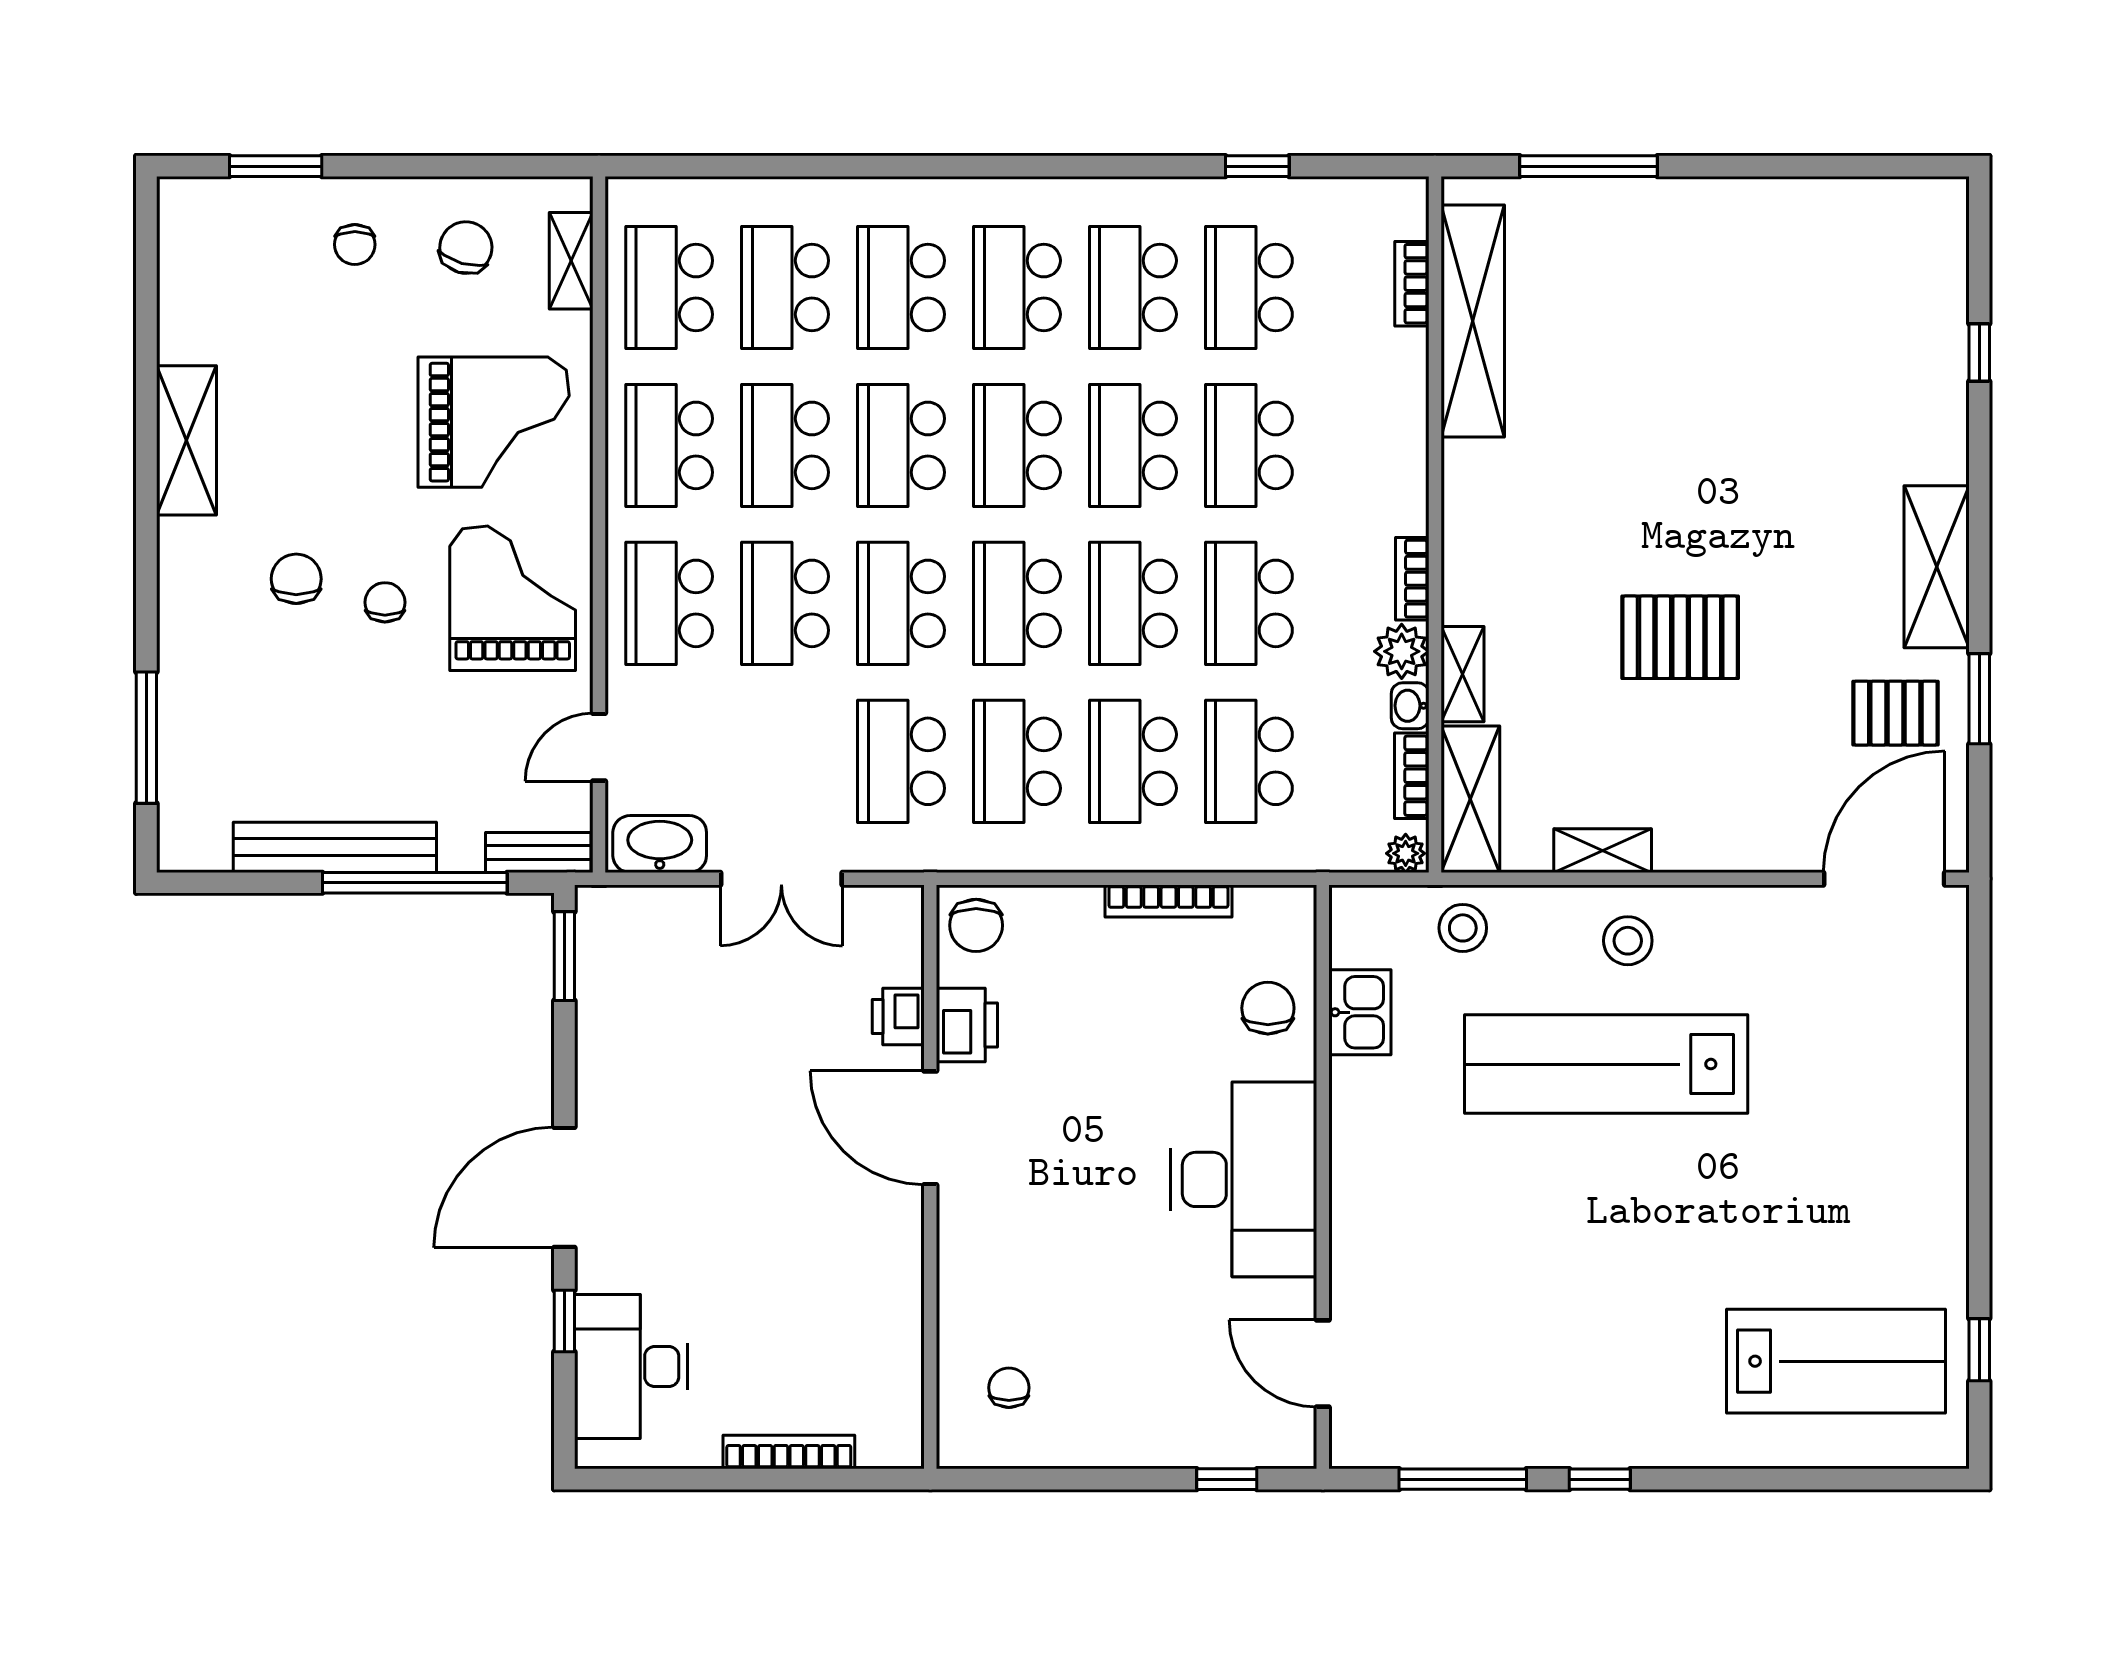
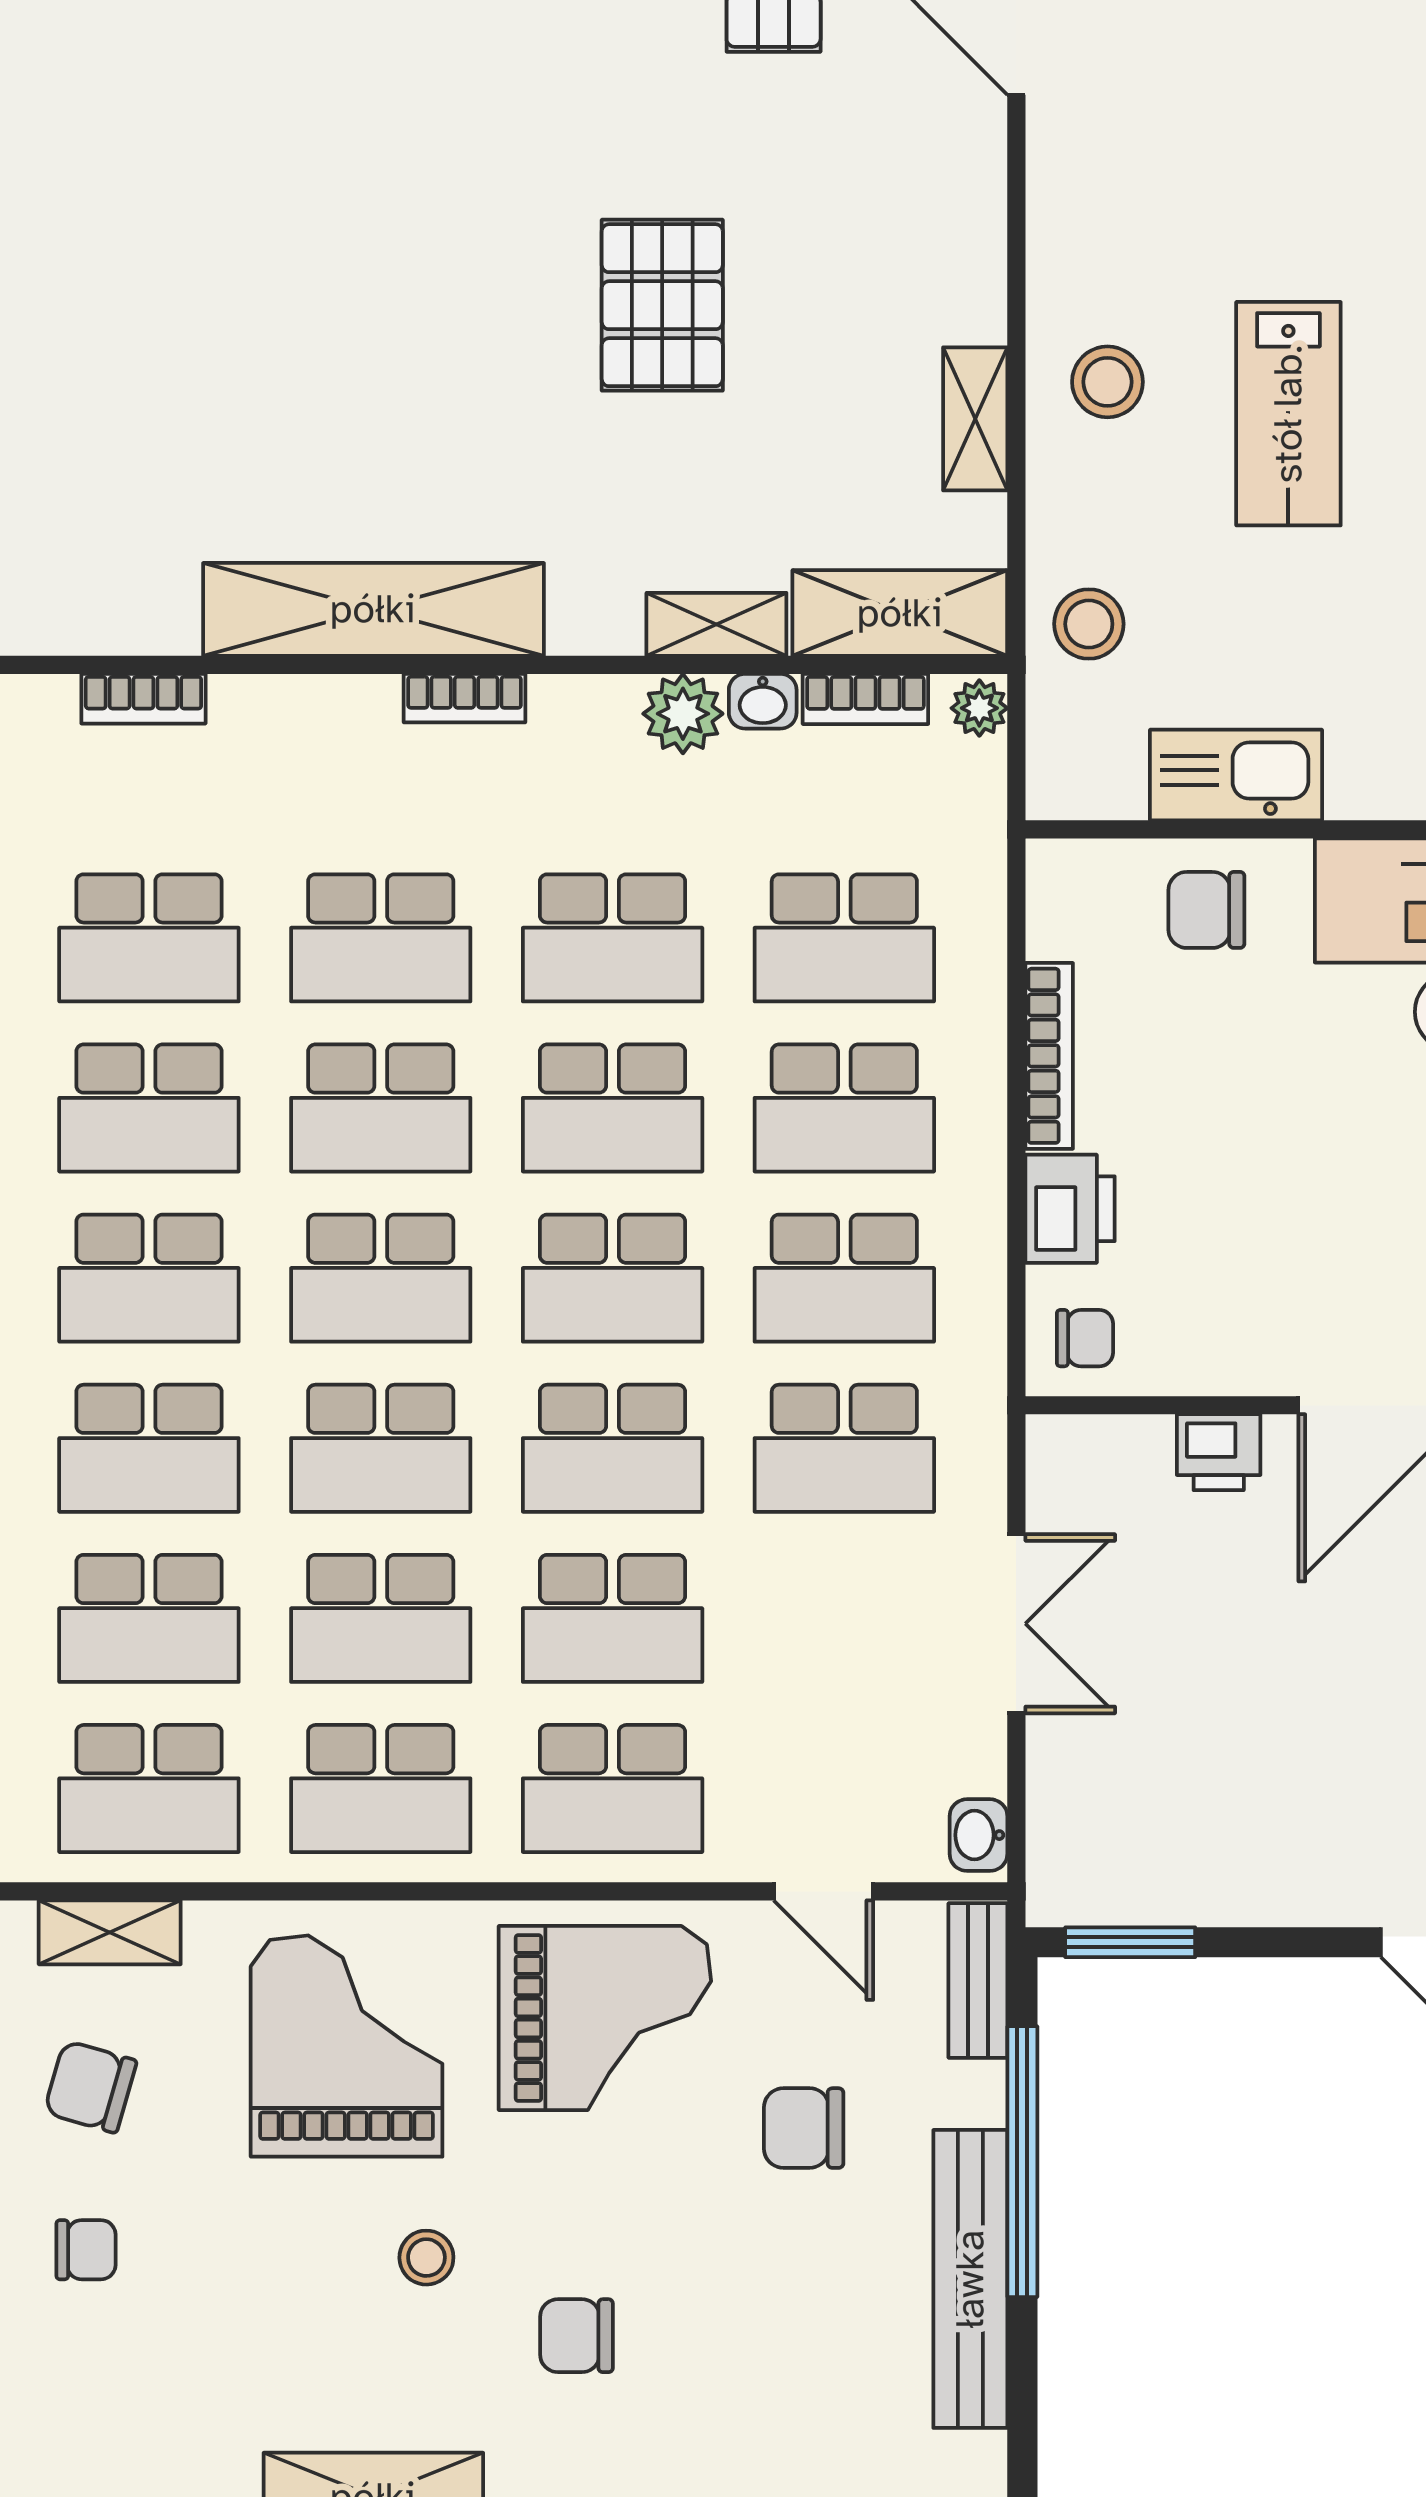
shelving: (1473, 321) -> (373, 609), moved
stool: (349, 477) -> (426, 2258), added
bookcase: (1412, 579) -> (465, 698), moved
grand piano: (513, 598) -> (605, 2018), turned 180
chair: (385, 602) -> (804, 2128), moved, width x1.37, depth x1.37
washbasin: (660, 844) -> (978, 1835), width x0.52, depth x0.69
chair: (976, 925) -> (1085, 1338), width x0.73, depth x0.73
kitchen sink: (1360, 1012) -> (1236, 775), width x1.38
printer: (967, 1025) -> (1070, 1209), moved, turned 90
lab bench: (1606, 1064) -> (1288, 414), width x0.54, depth x0.72

